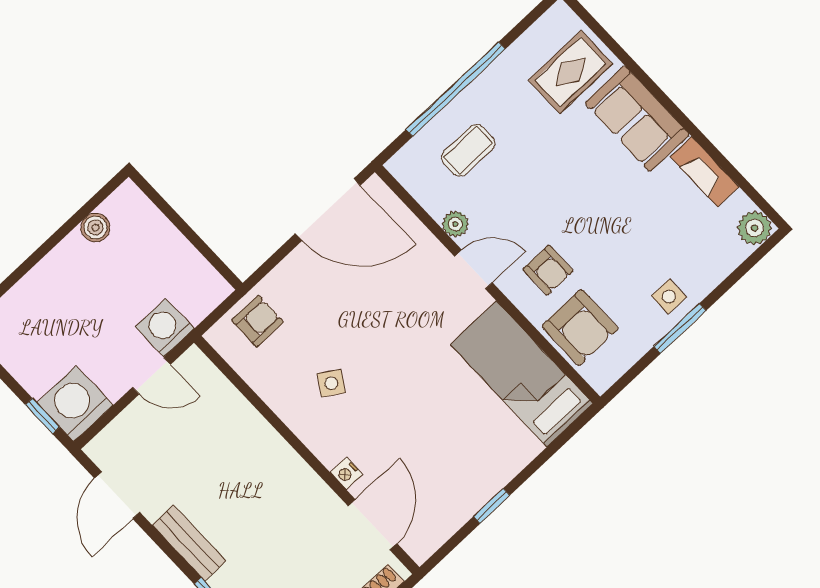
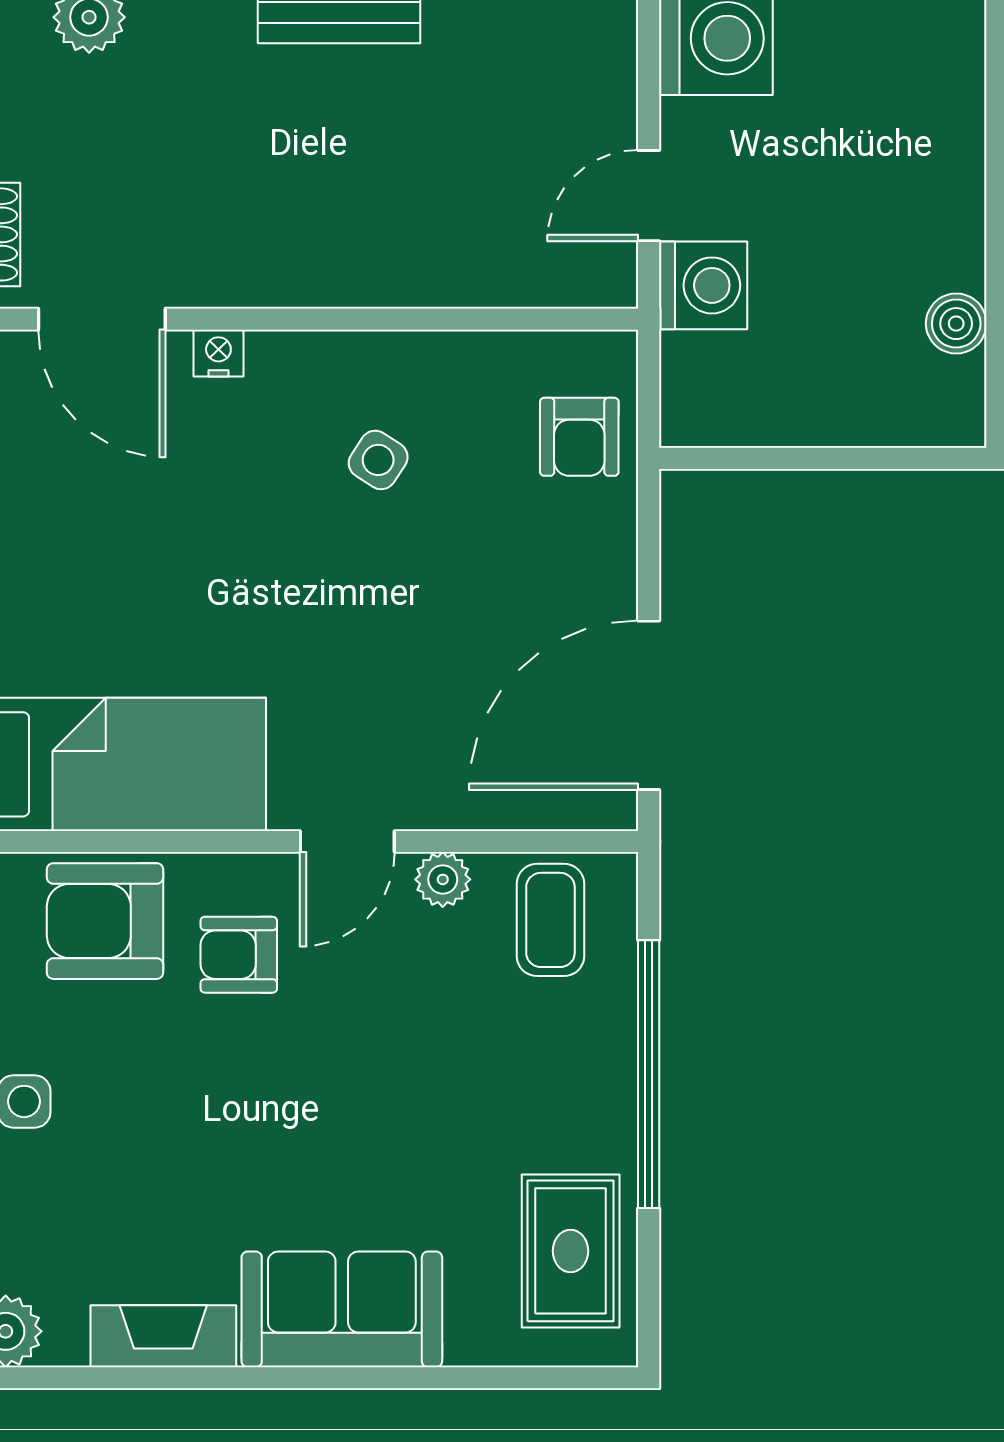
rug: (570, 72) -> (571, 1251), moved
coffee table: (468, 150) -> (550, 920), moved

